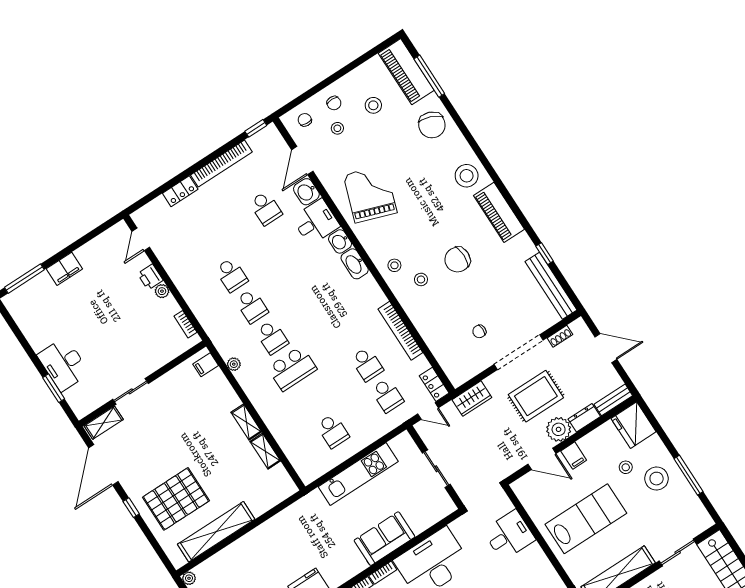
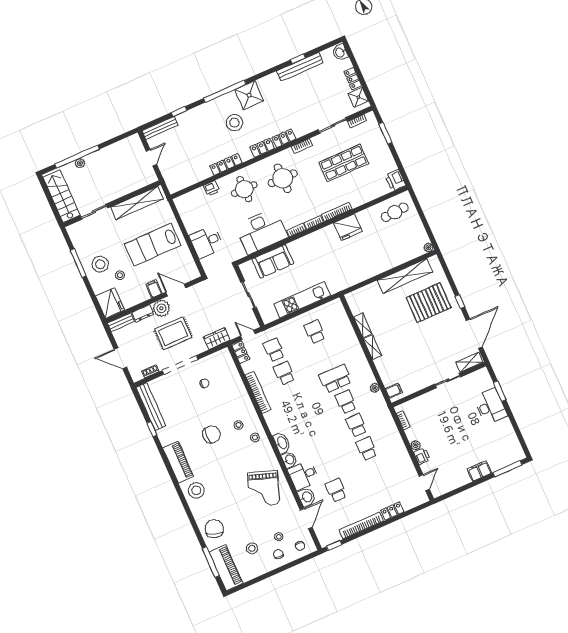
sofa: (384, 539) -> (273, 261), moved

